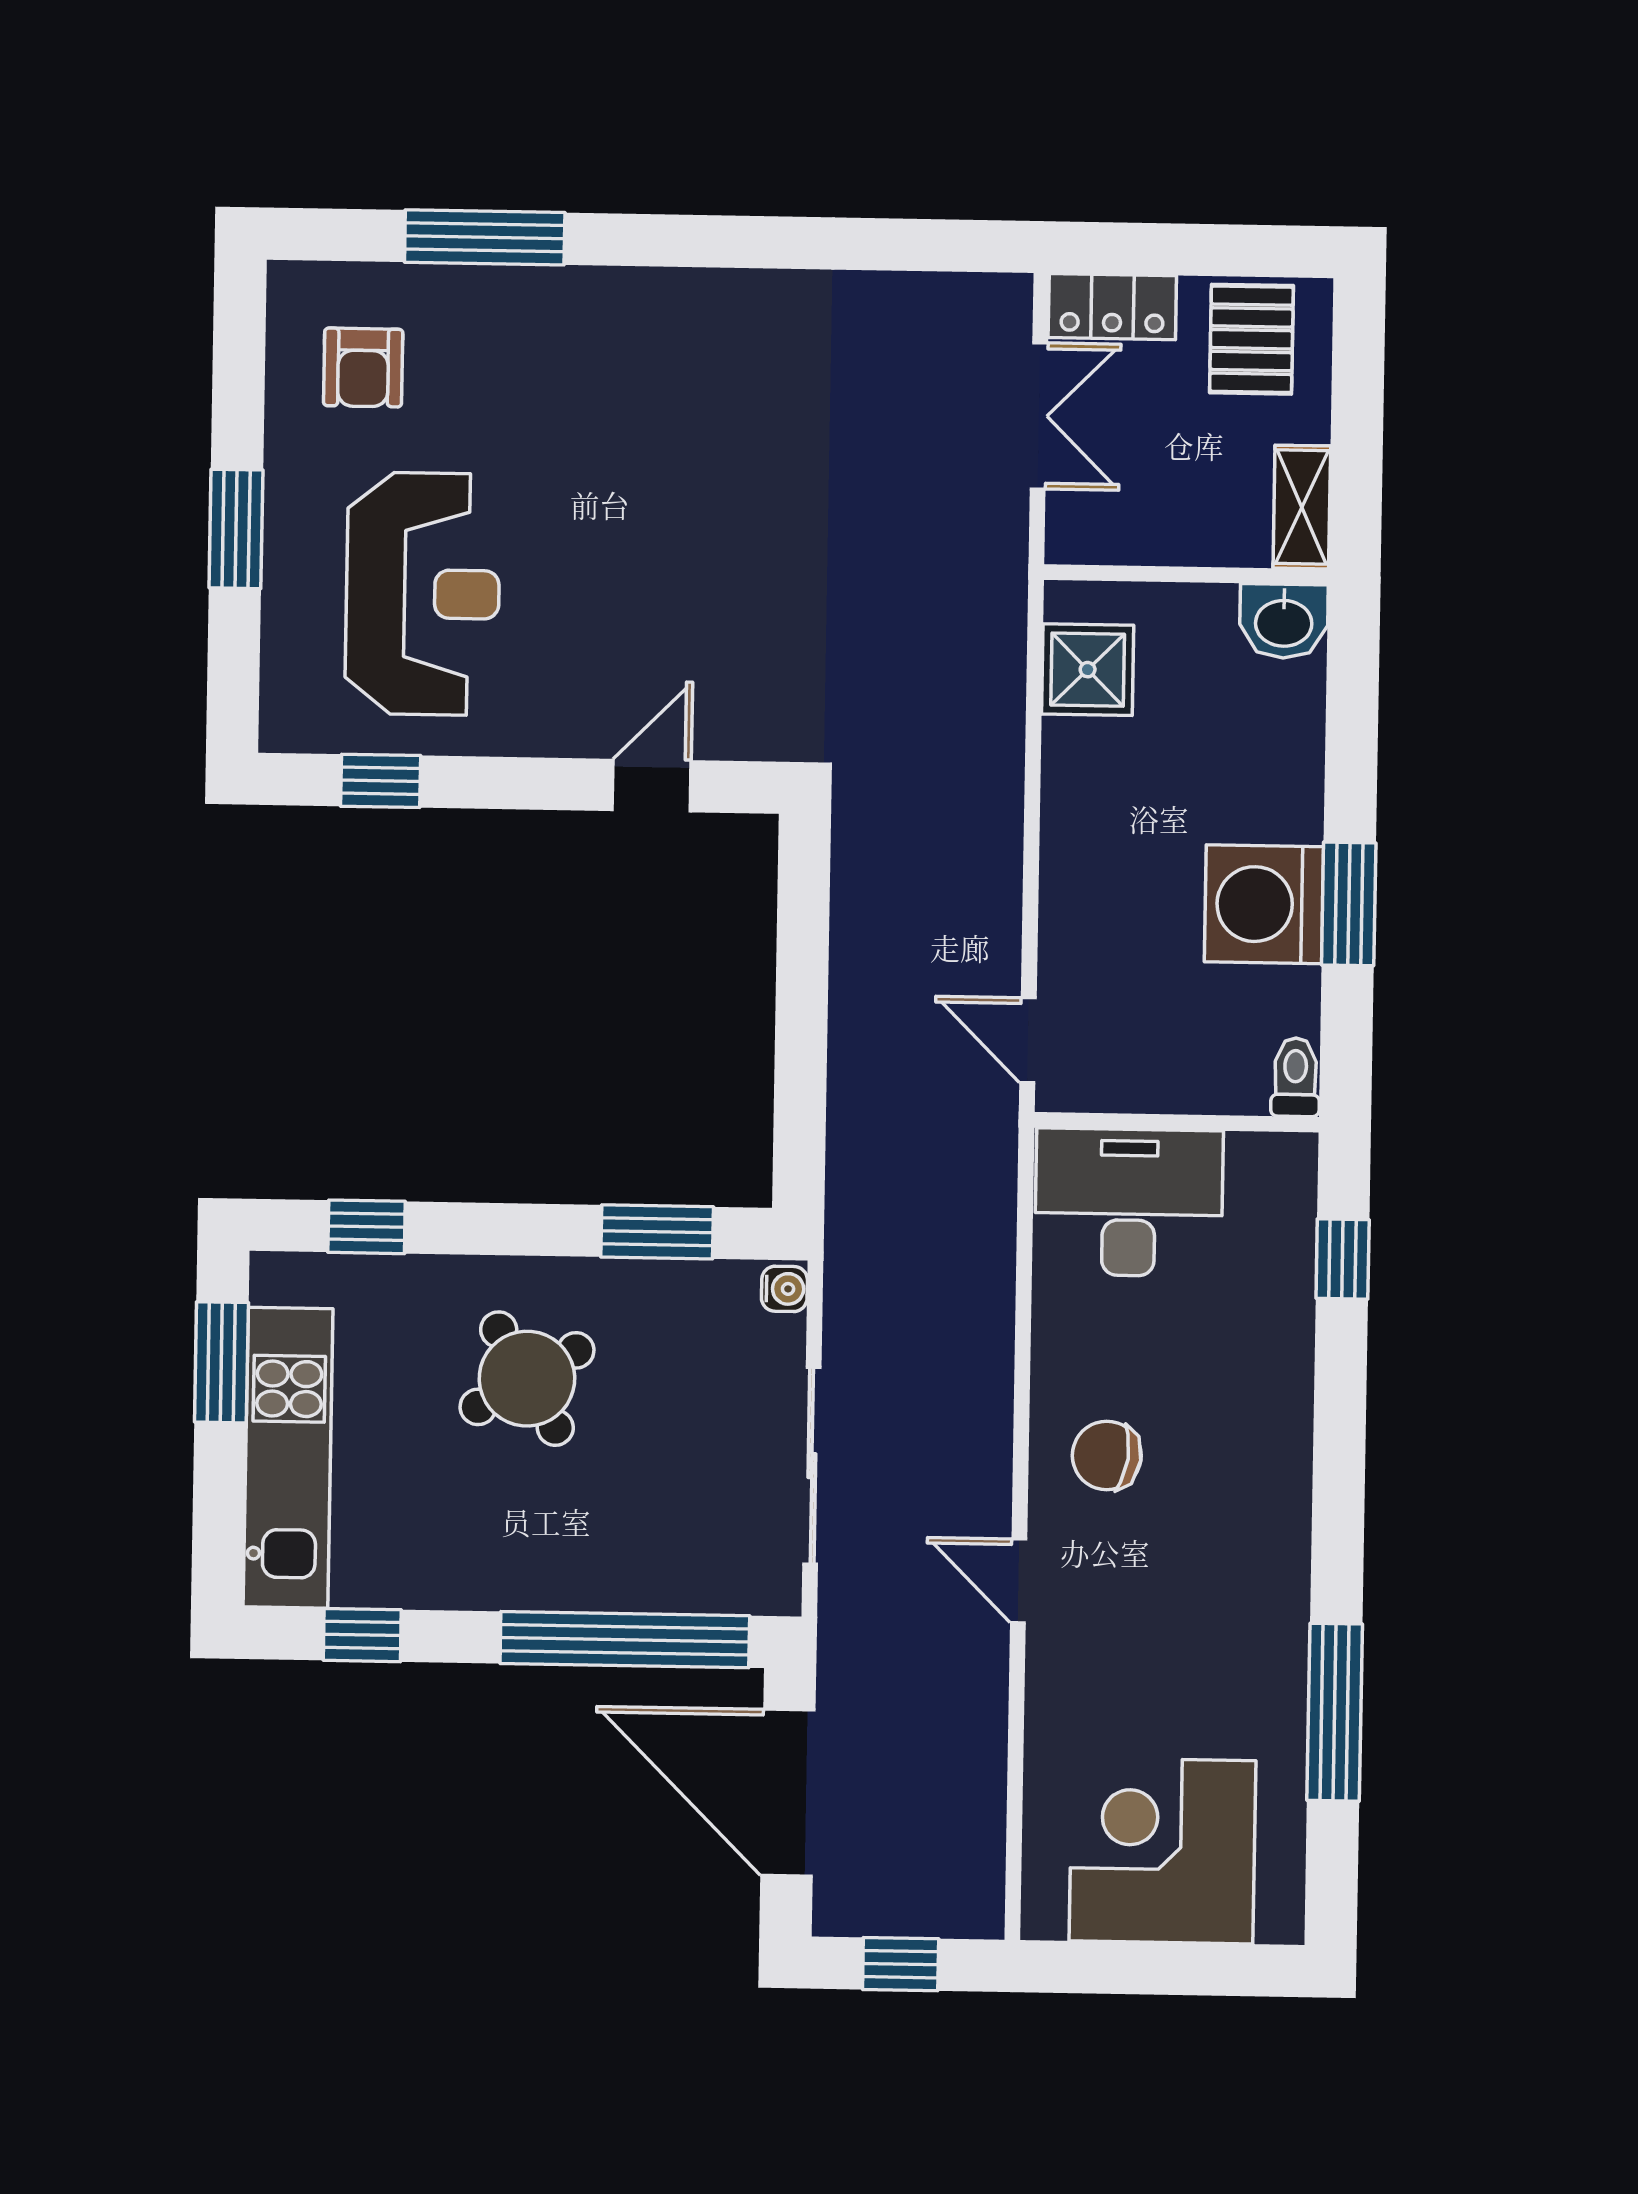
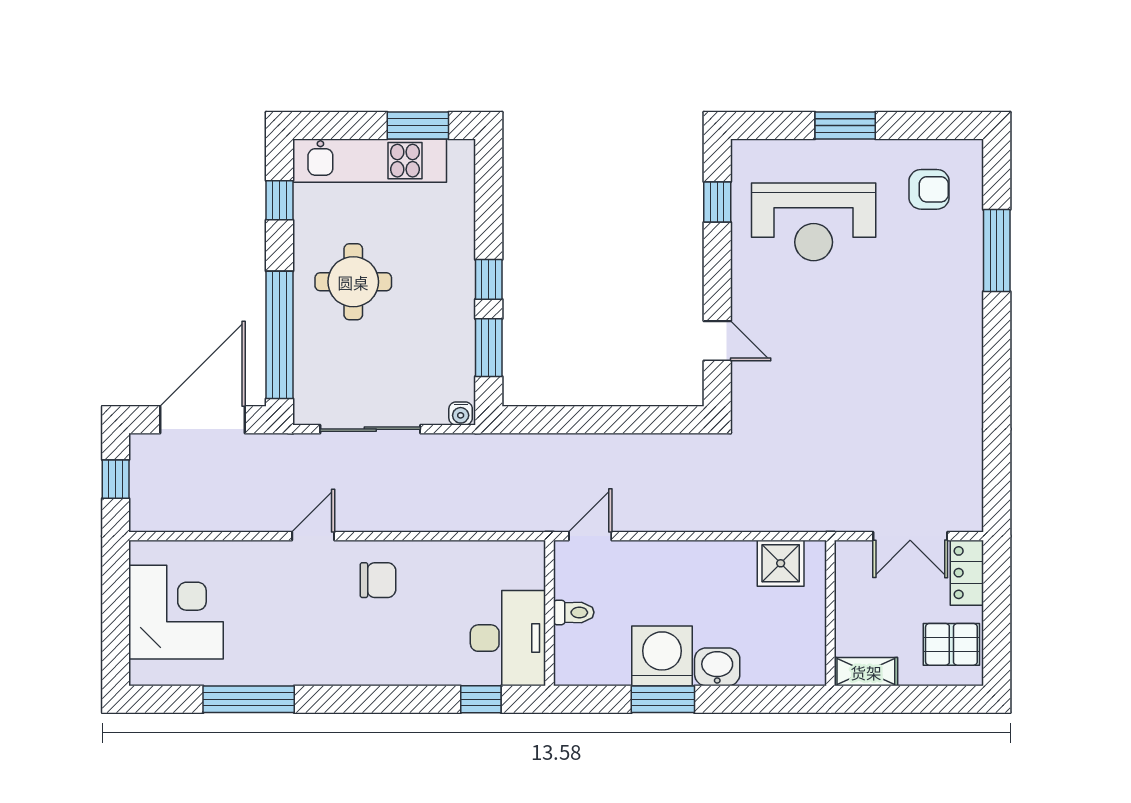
armchair: (363, 367) -> (929, 189), turned 180
washbasin: (1284, 621) -> (717, 667), moved, turned 90
toilet: (1295, 1077) -> (574, 612), moved
desk: (1129, 1202) -> (508, 638), moved
window: (367, 1227) -> (489, 279), moved
round table: (527, 1379) -> (353, 282), moved, turned 31
chair: (1107, 1456) -> (378, 580), turned 82

